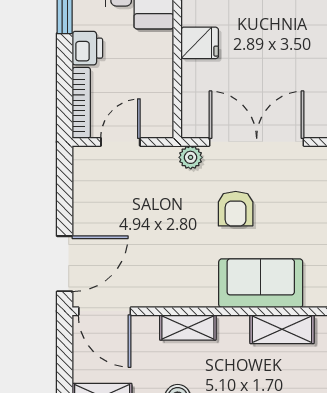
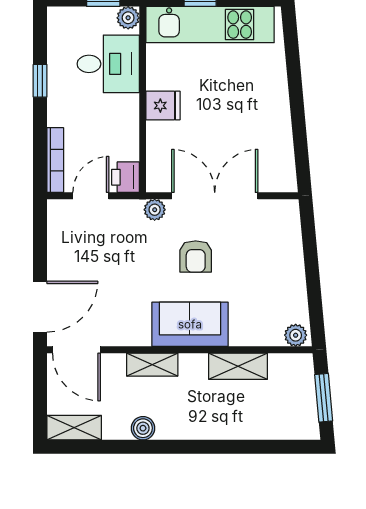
printer: (87, 48) -> (126, 177), moved, turned 180
sofa: (261, 283) -> (190, 324), moved

